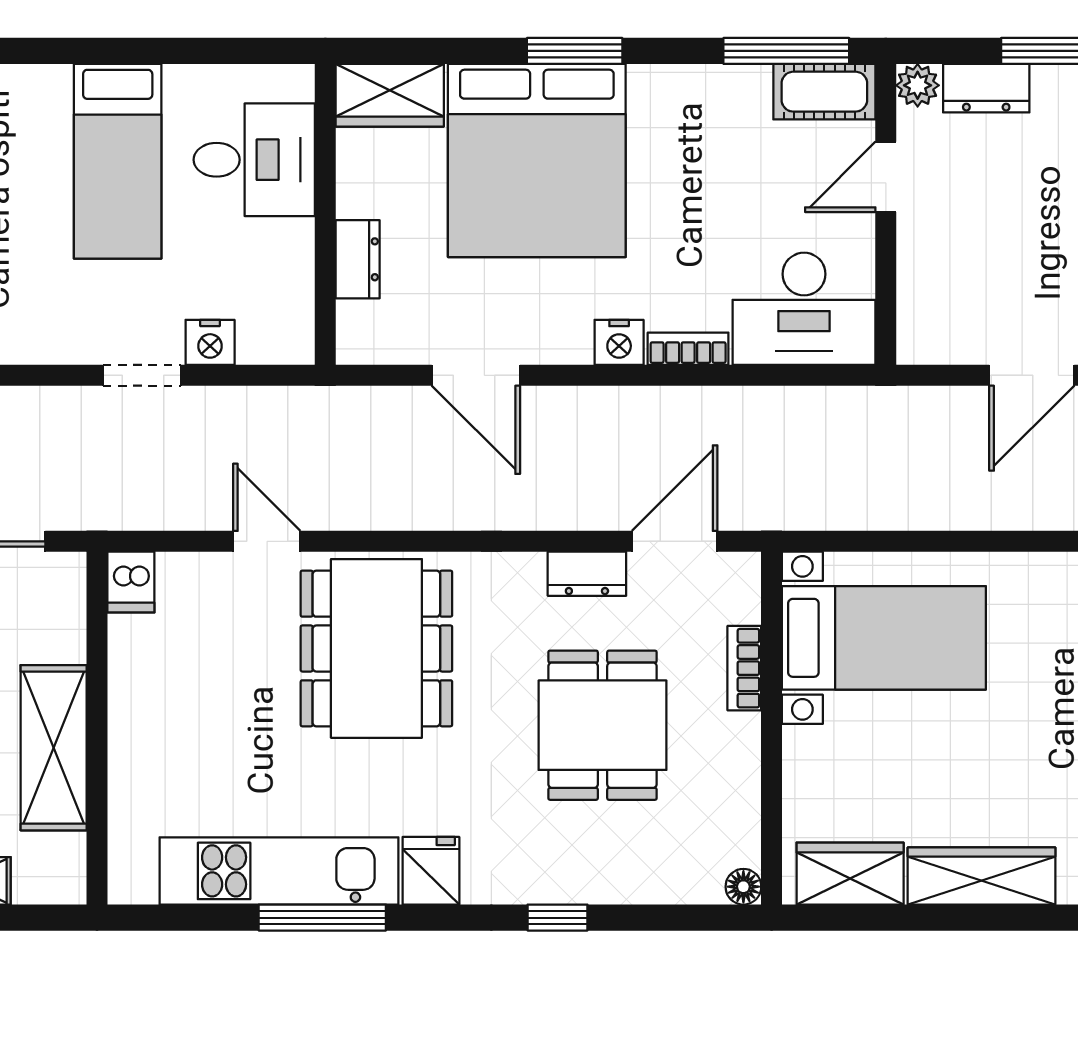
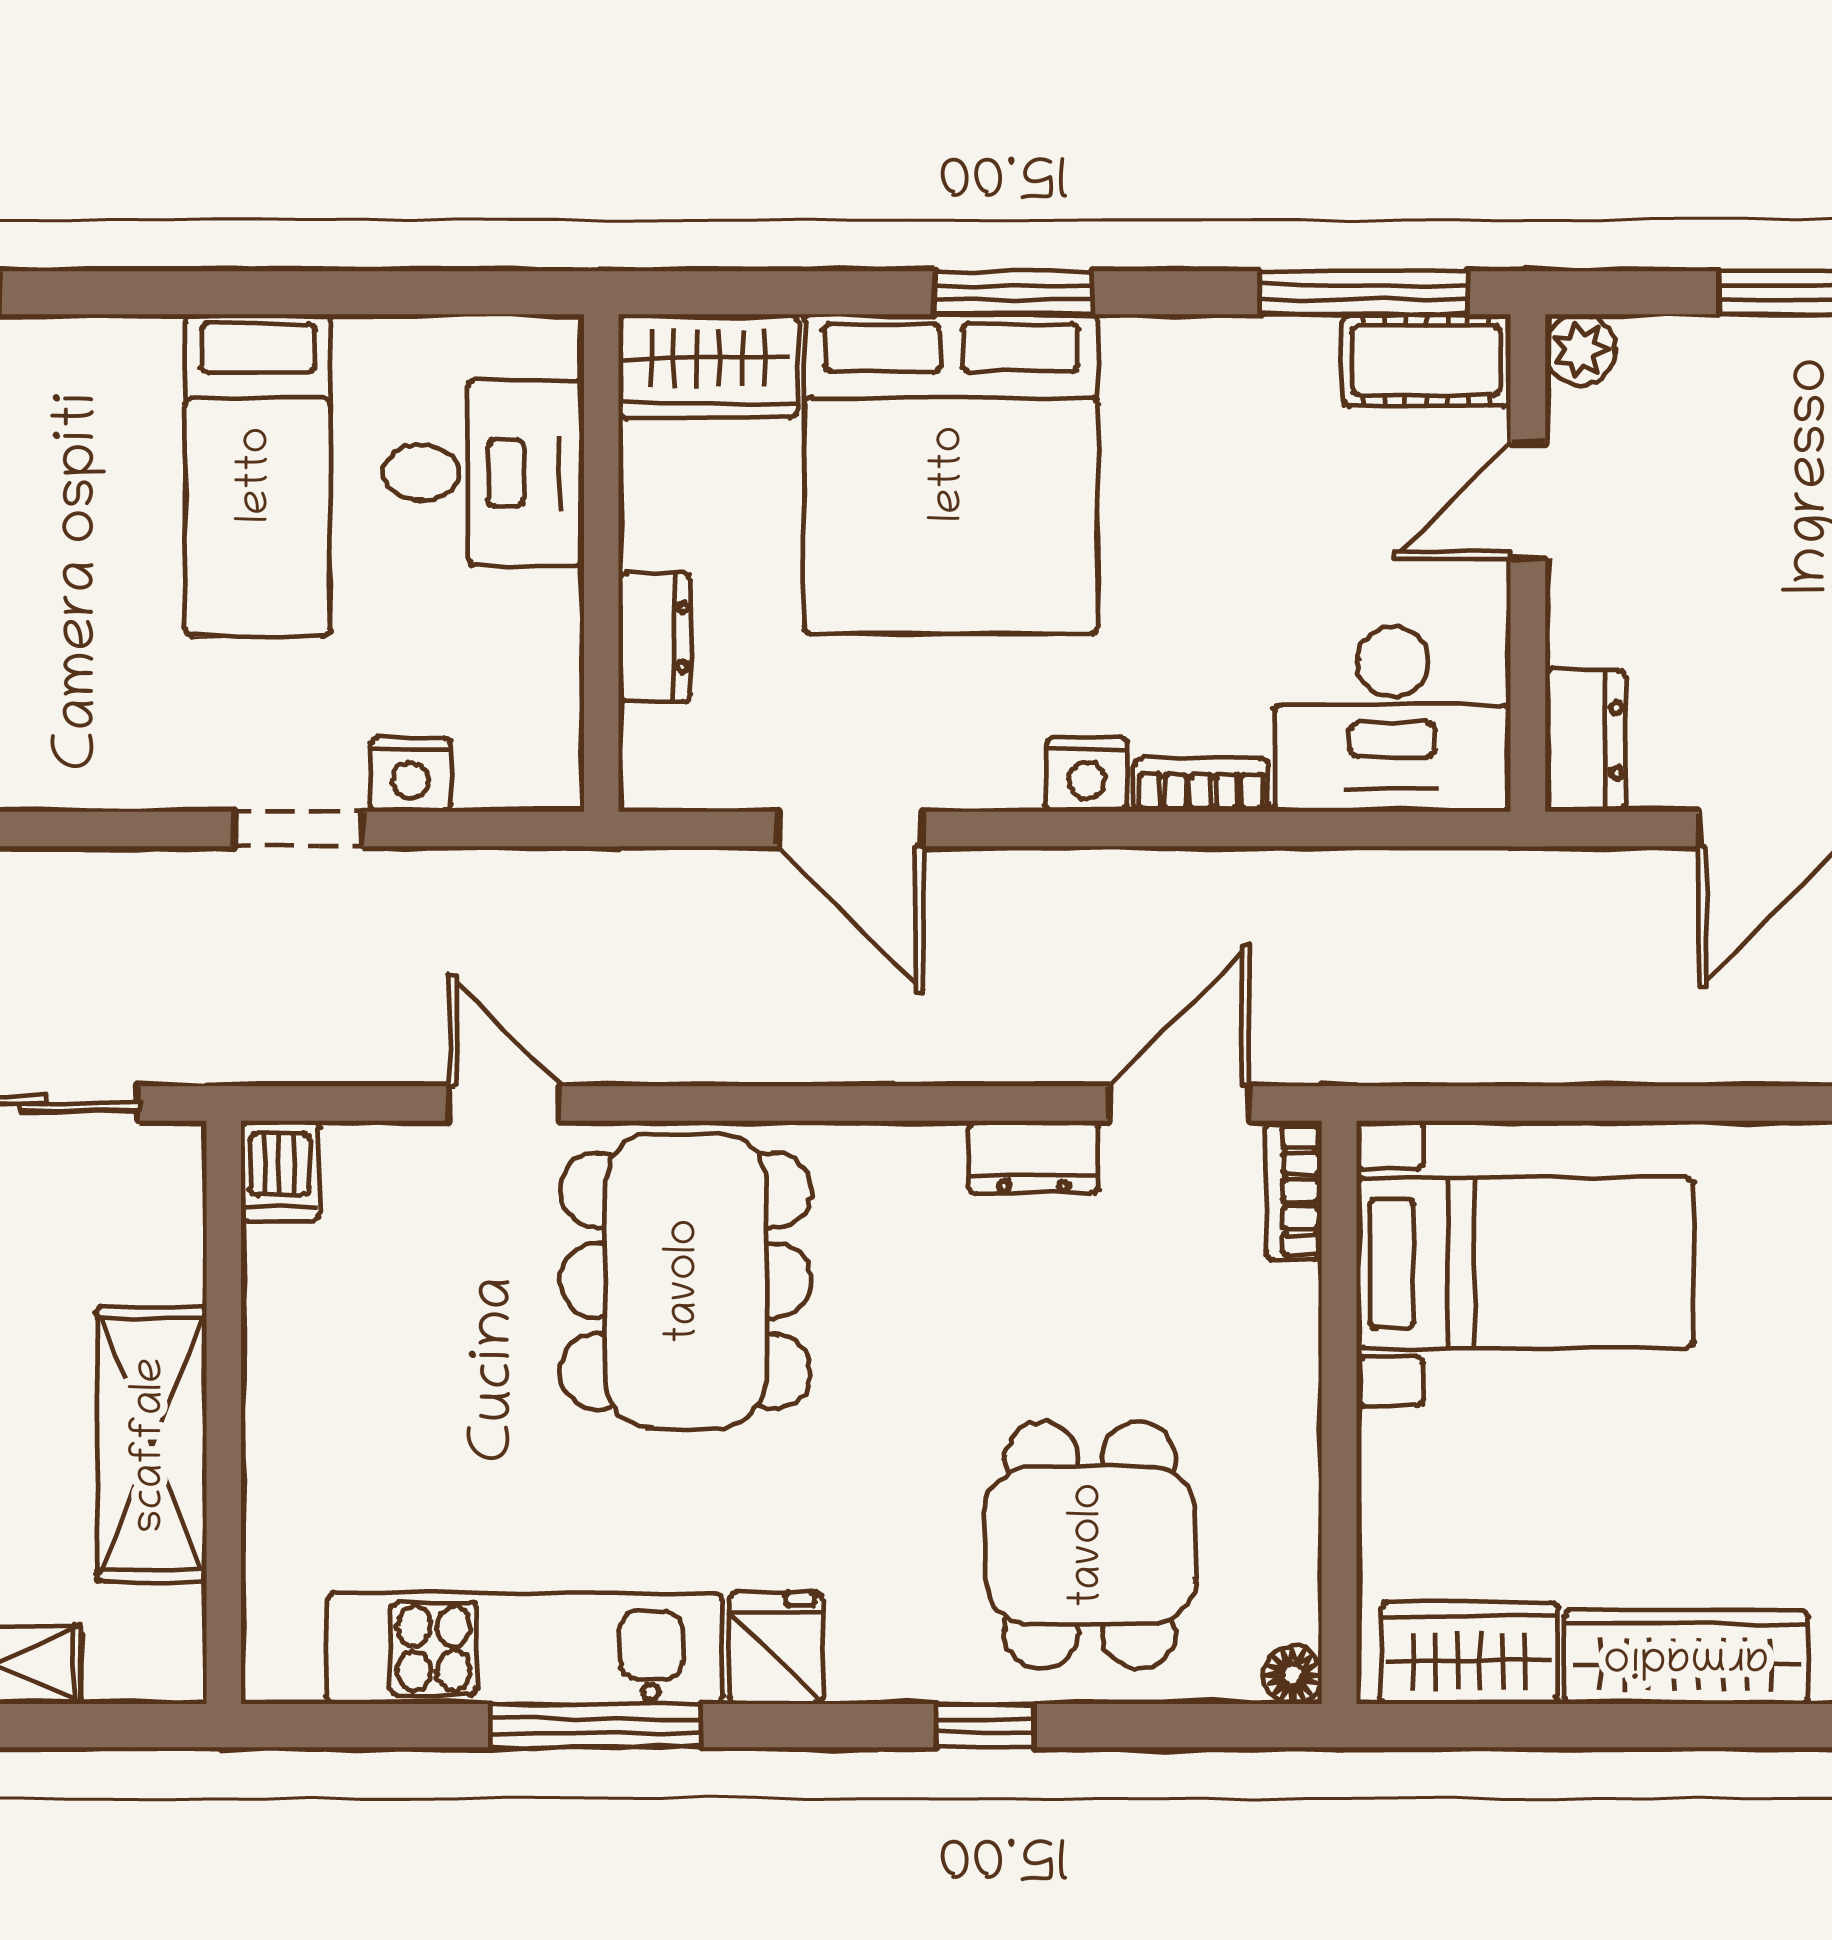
dresser: (986, 88) -> (1585, 740), moved, turned -90
bookcase: (744, 668) -> (1294, 1190), moved
dining table: (603, 725) -> (1090, 1545), moved

